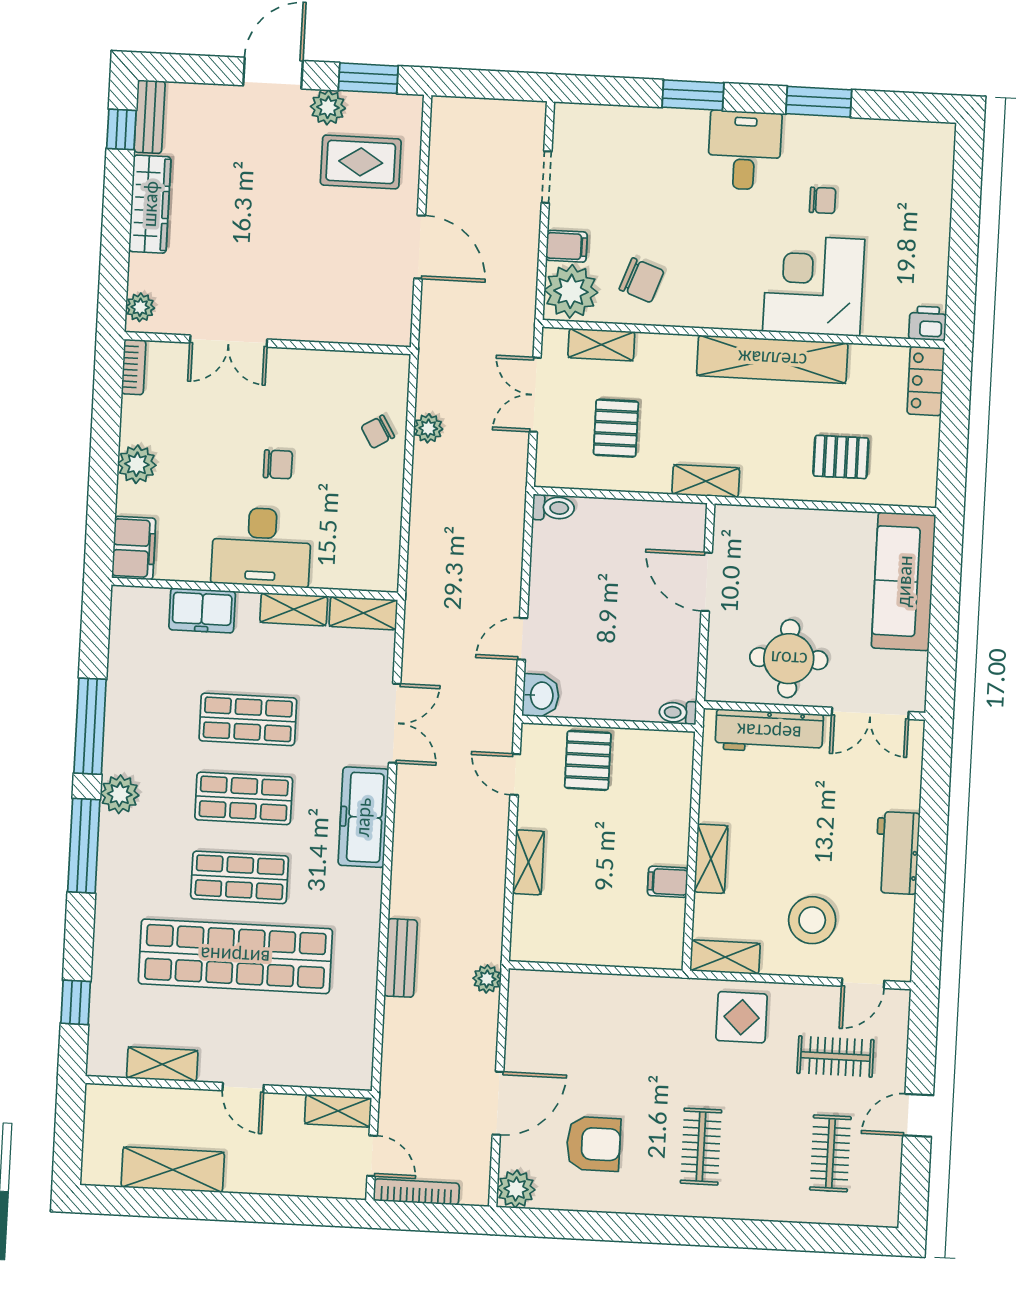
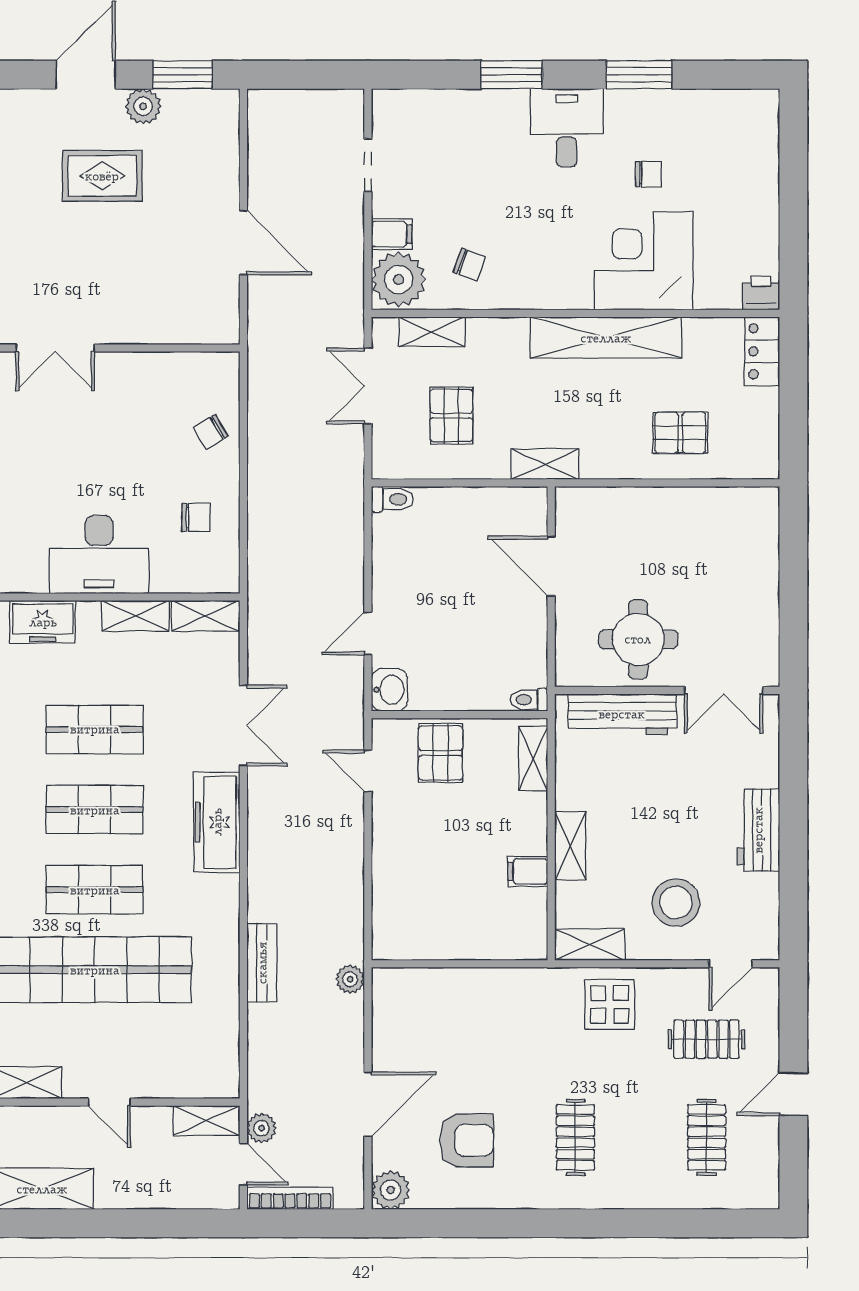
rug: (361, 162) -> (102, 176), moved
chair: (642, 280) -> (469, 265), width x0.73, depth x0.73
plant: (428, 428) -> (262, 1128), moved
chair: (278, 464) -> (196, 518), moved
sofa: (904, 581) -> (750, 555), removed
shelving: (528, 862) -> (533, 759), moved

